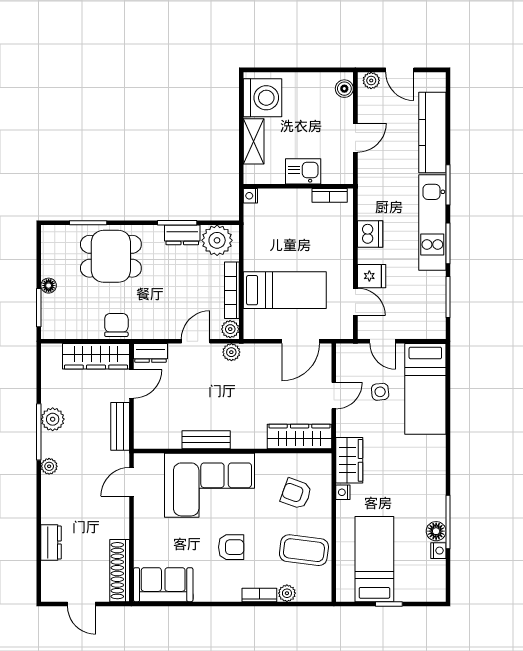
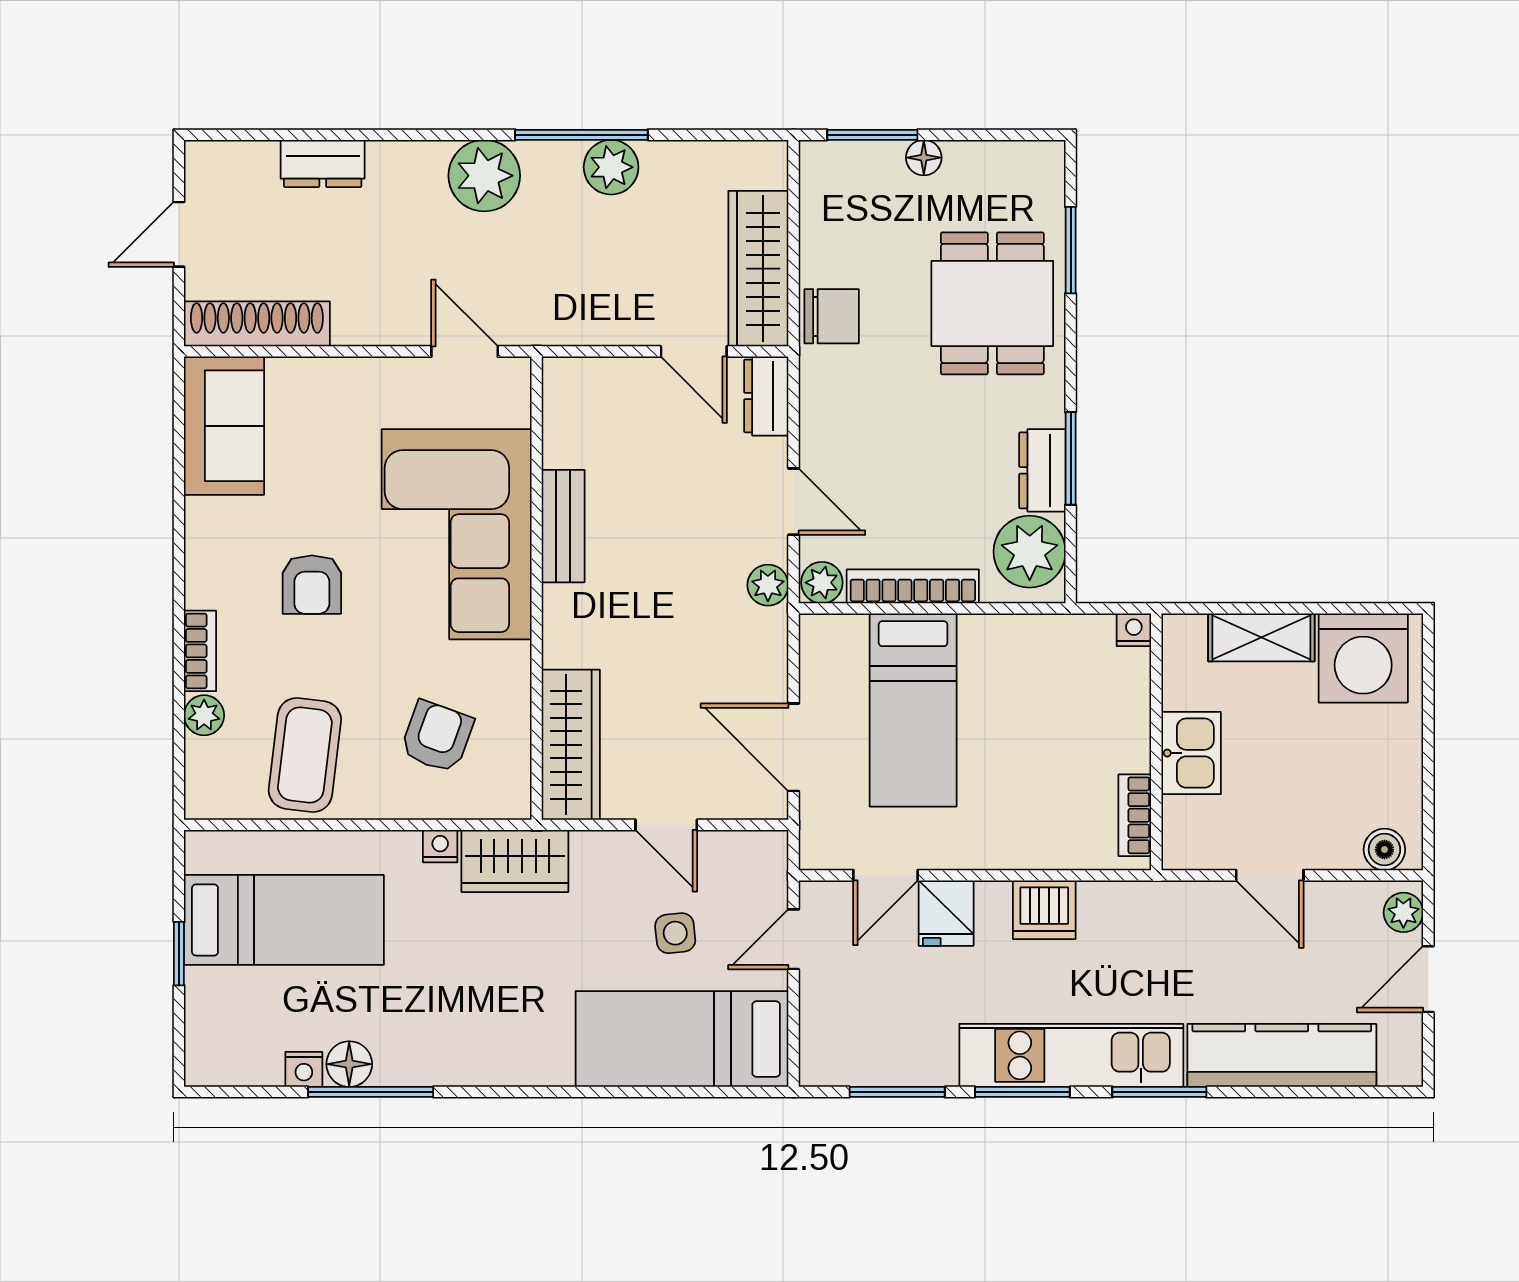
bench: (120, 426) -> (594, 325), removed
plant: (49, 466) -> (484, 176), width x1.87, depth x1.87

